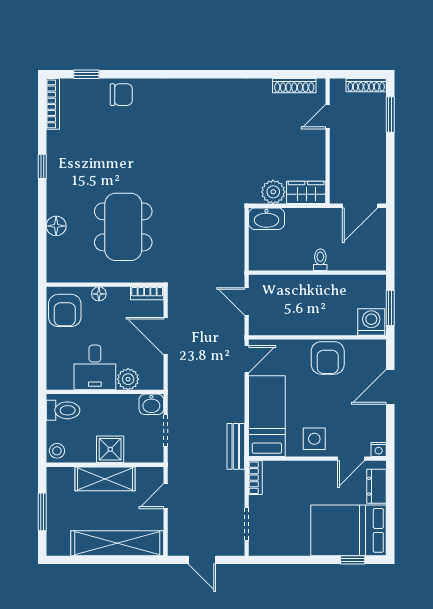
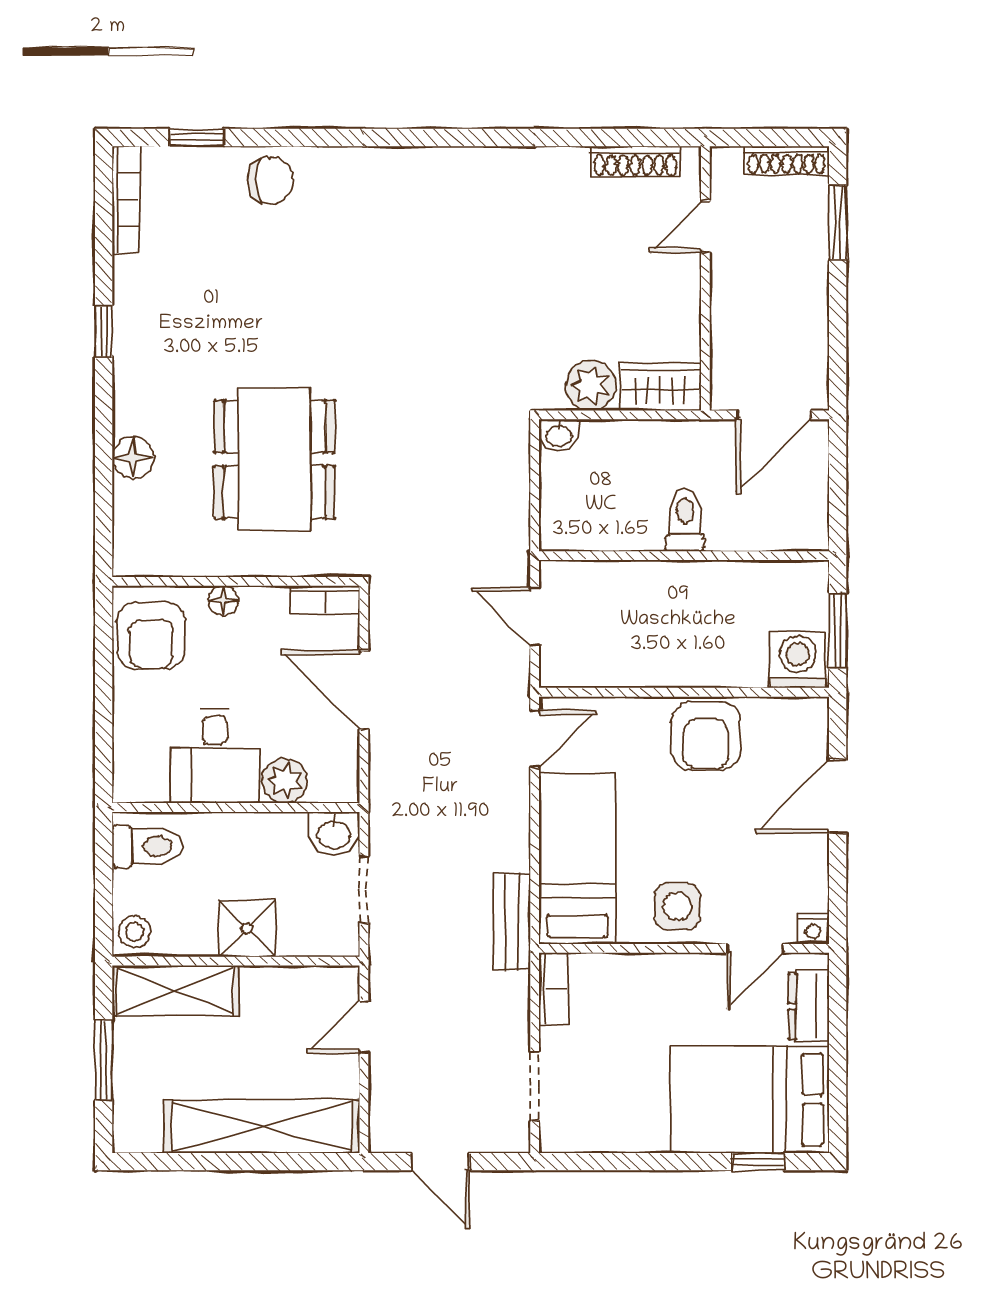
washbasin: (266, 219) -> (559, 435), width x0.52, depth x0.69
toilet: (320, 260) -> (685, 520), width x1.37, depth x1.39
shelving: (105, 479) -> (175, 991), moved

